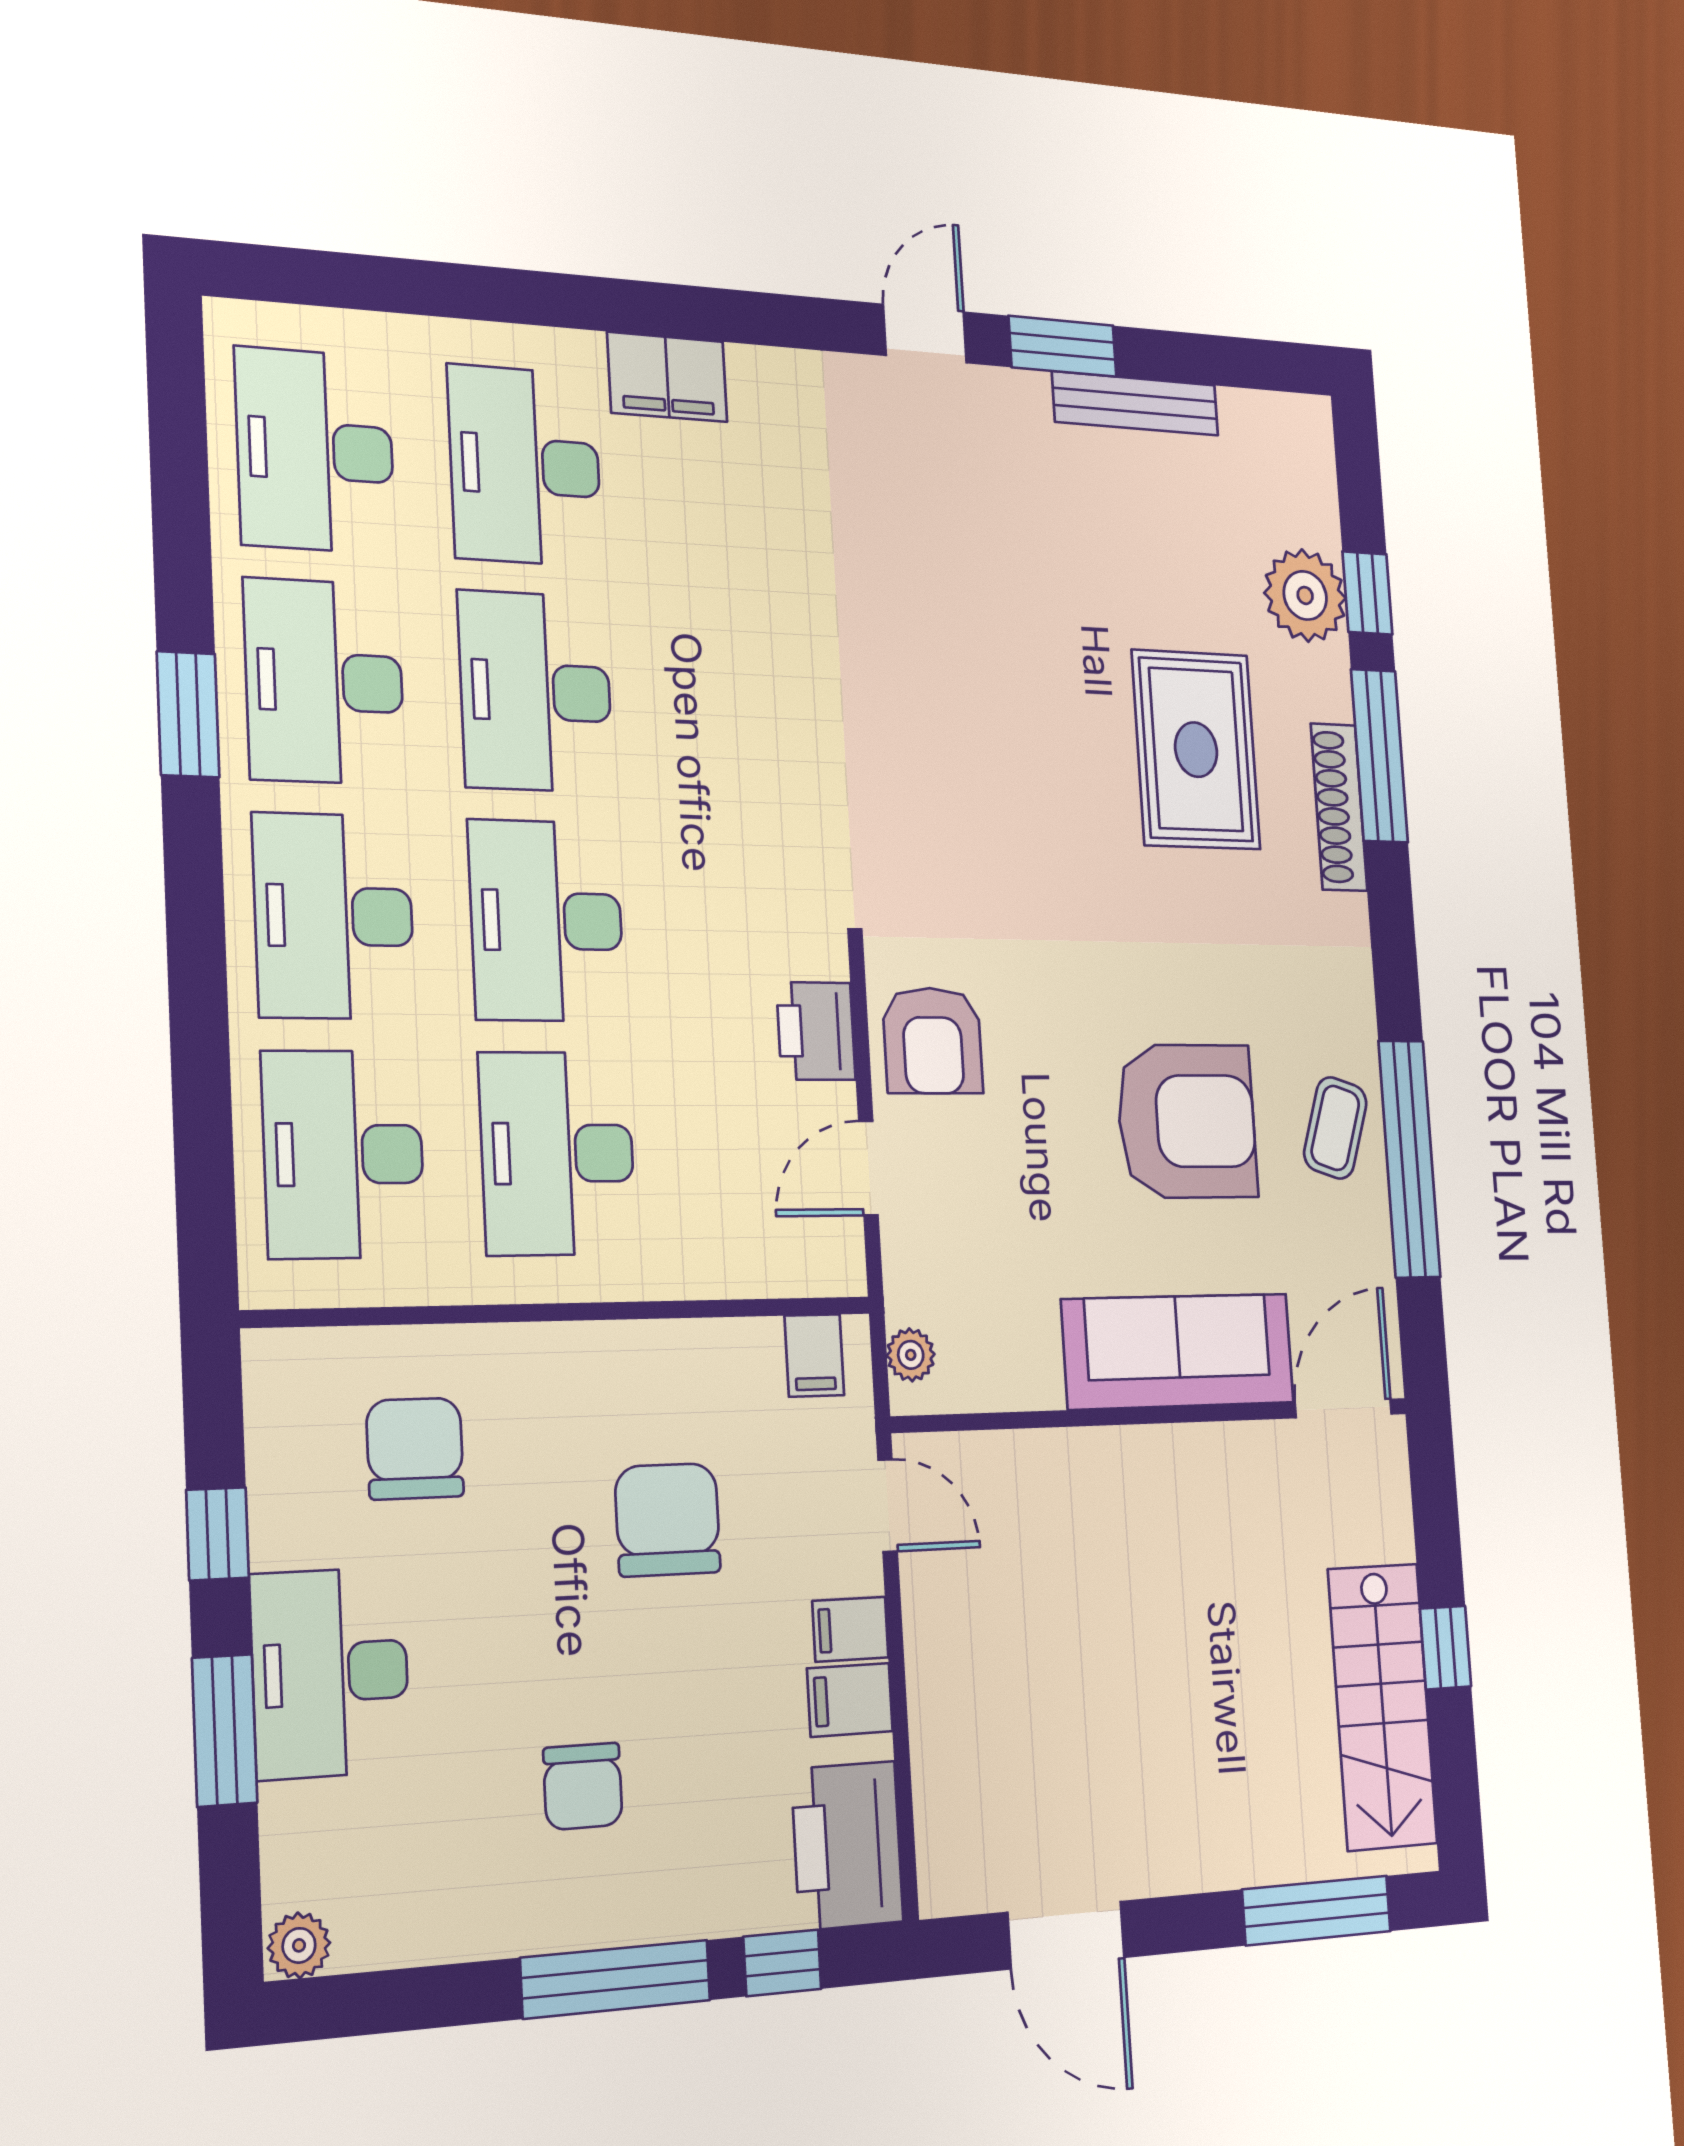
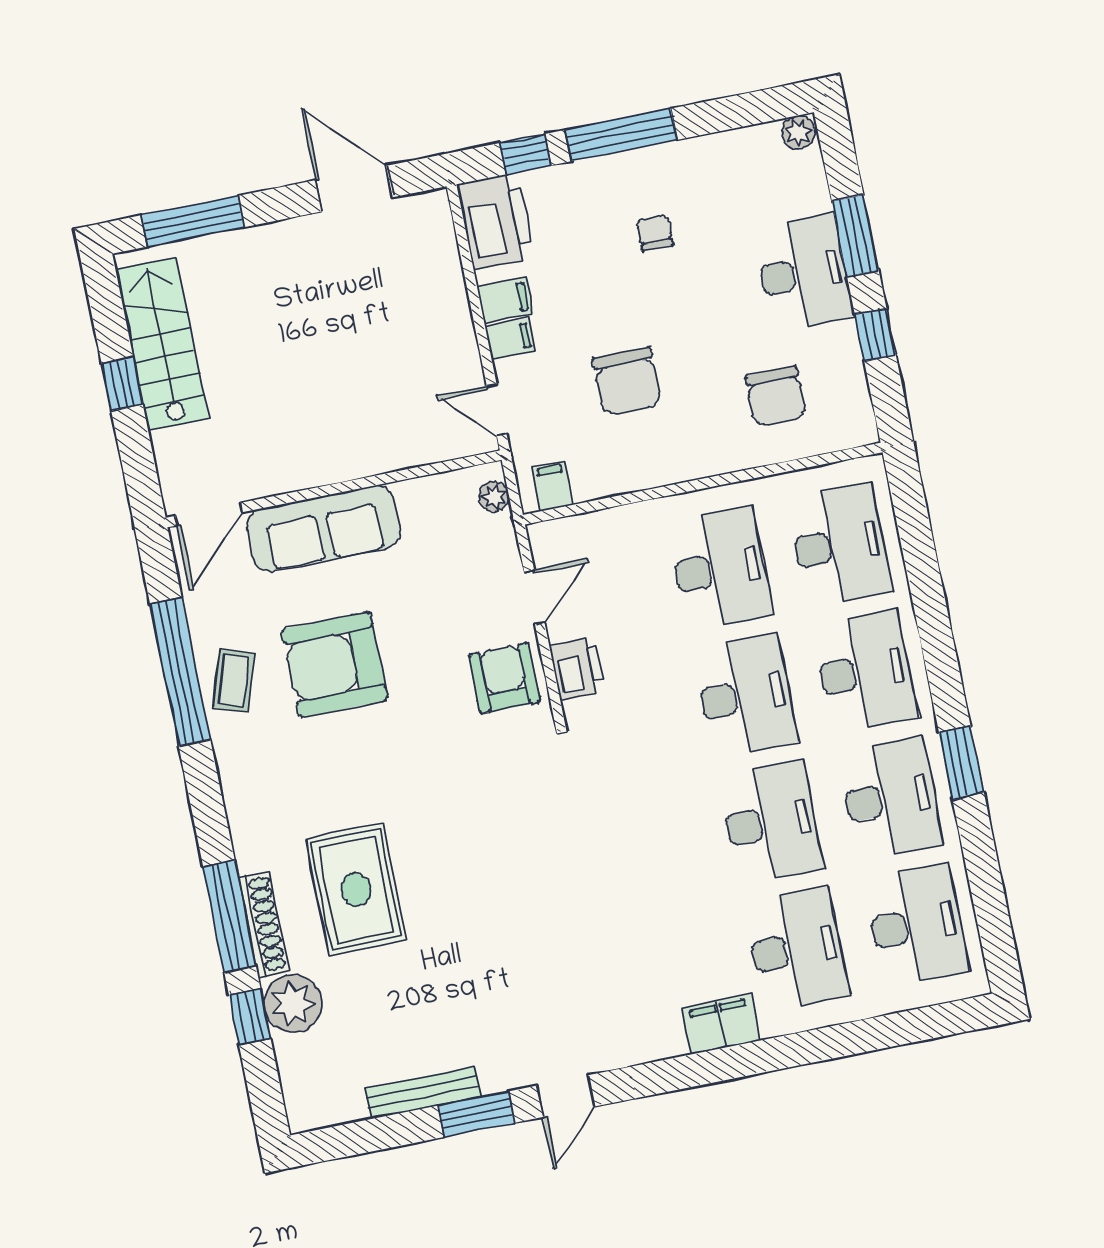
shoe rack: (1339, 807) -> (264, 924), moved
chair: (583, 1786) -> (655, 233), width x0.73, depth x0.73

